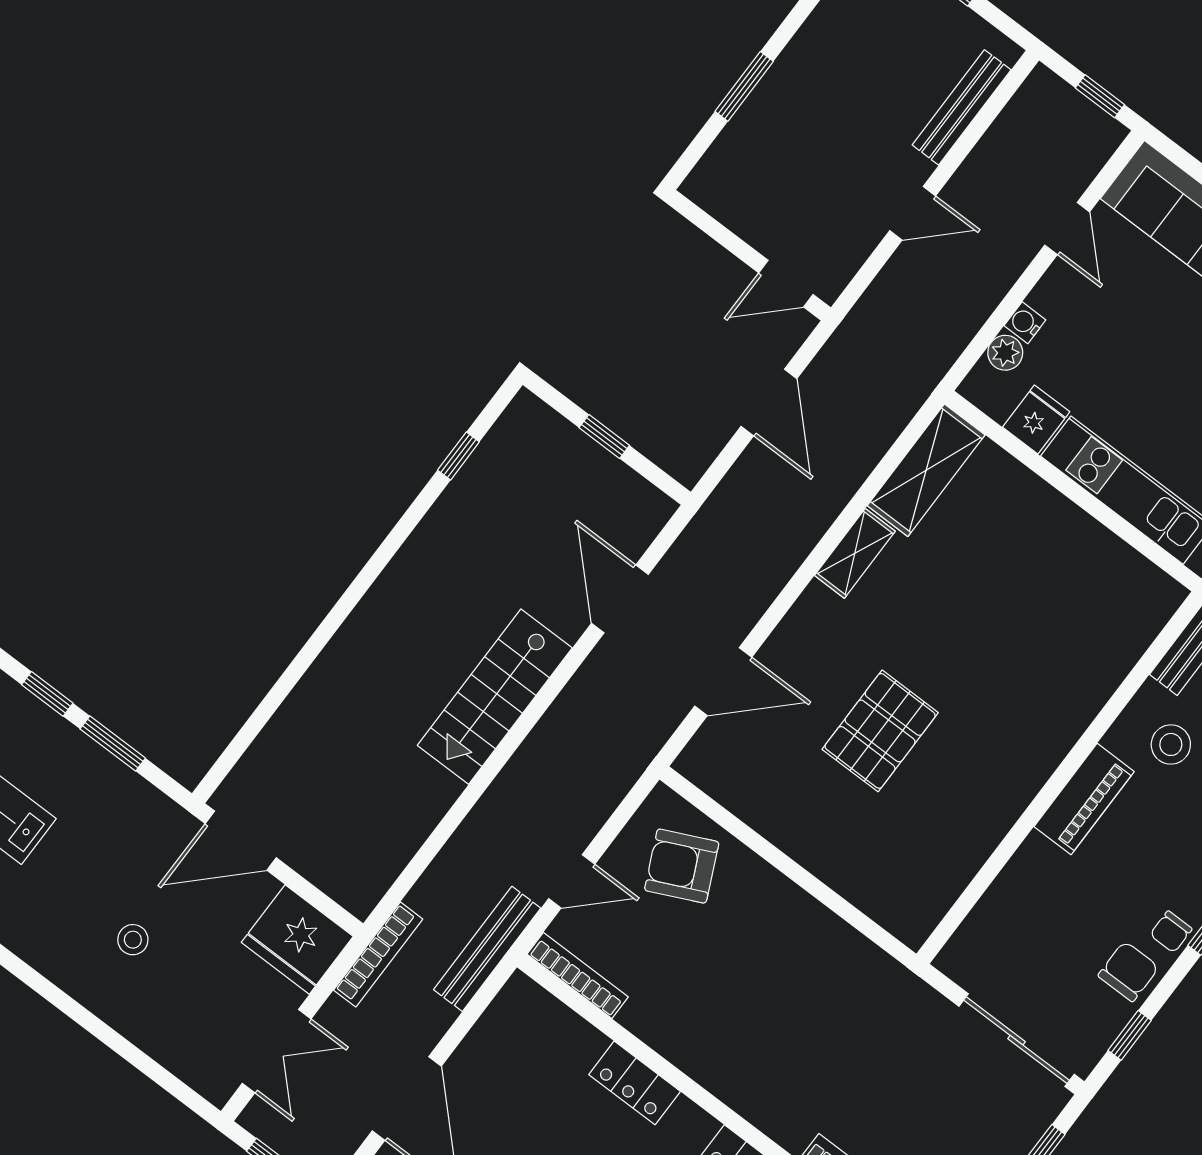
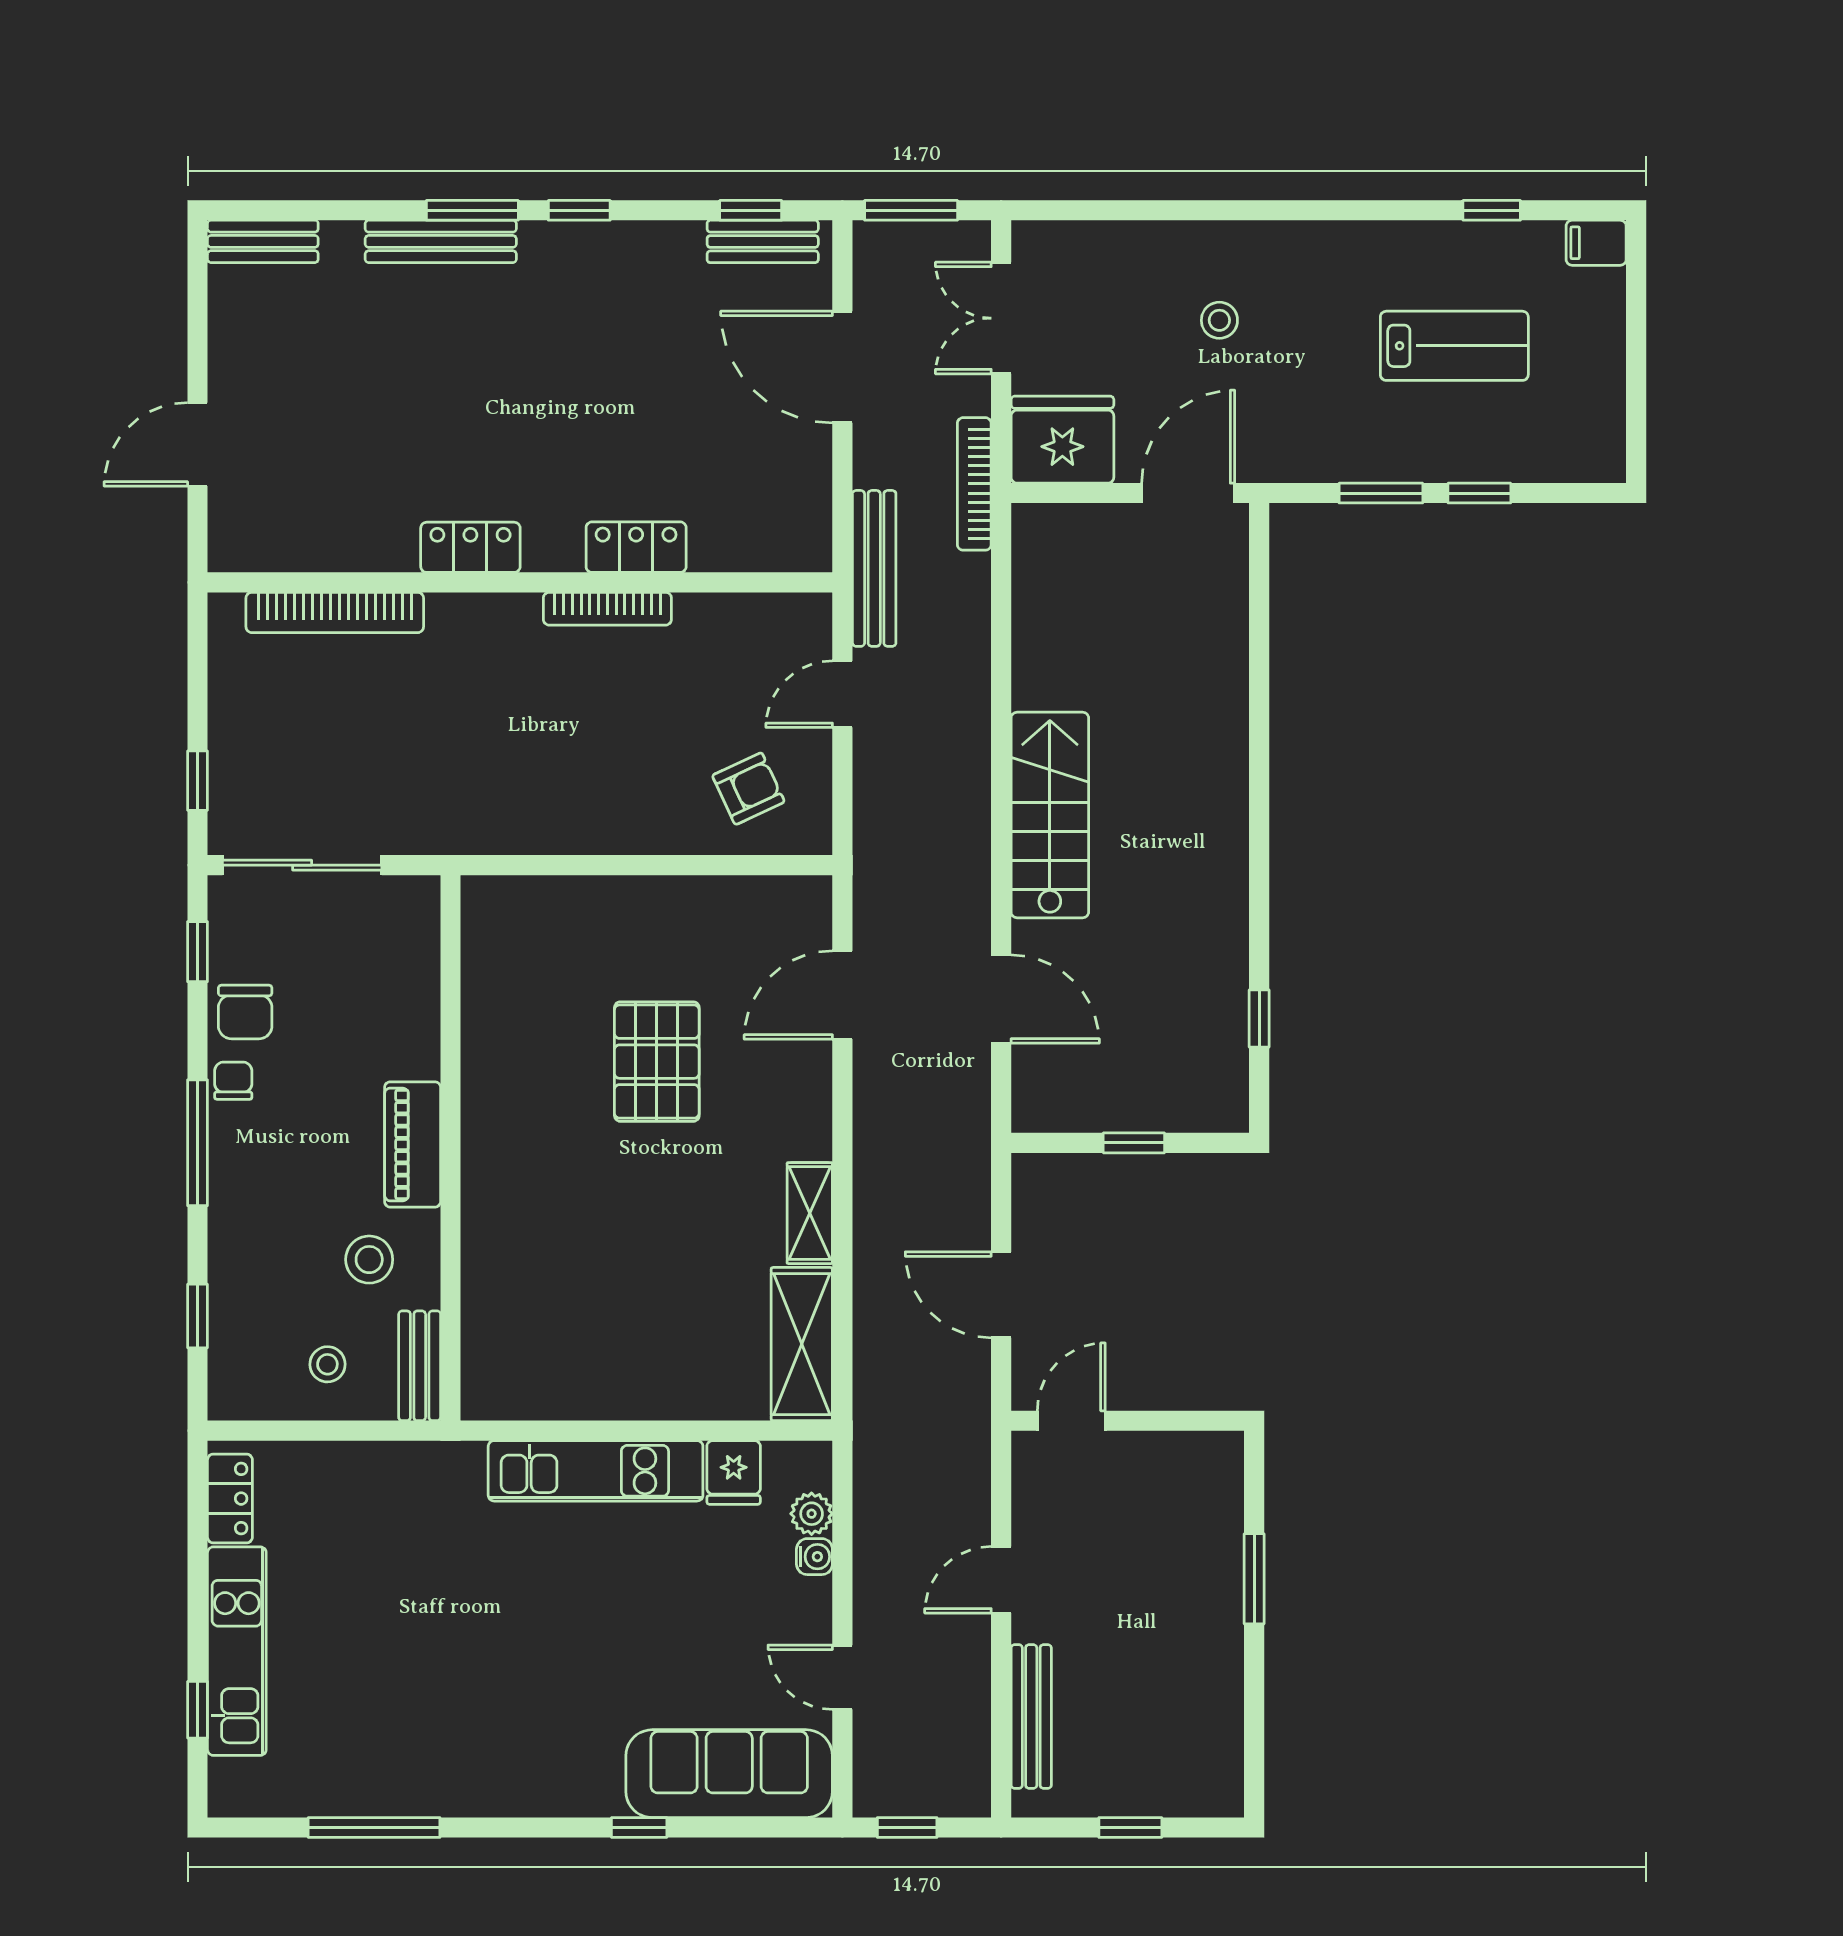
armchair: (682, 866) -> (748, 789), width x0.72, depth x0.72
bookcase: (578, 975) -> (607, 609), moved

